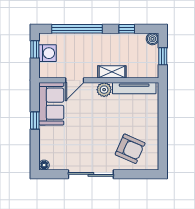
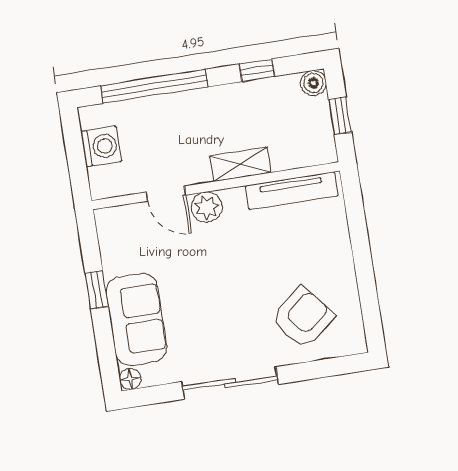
window: (35, 49) -> (74, 143), removed
door: (75, 80) -> (166, 194), hinge flipped
plant: (104, 90) -> (207, 207), moved
sofa: (51, 104) -> (136, 319), moved
armchair: (130, 149) -> (303, 317), turned -63

